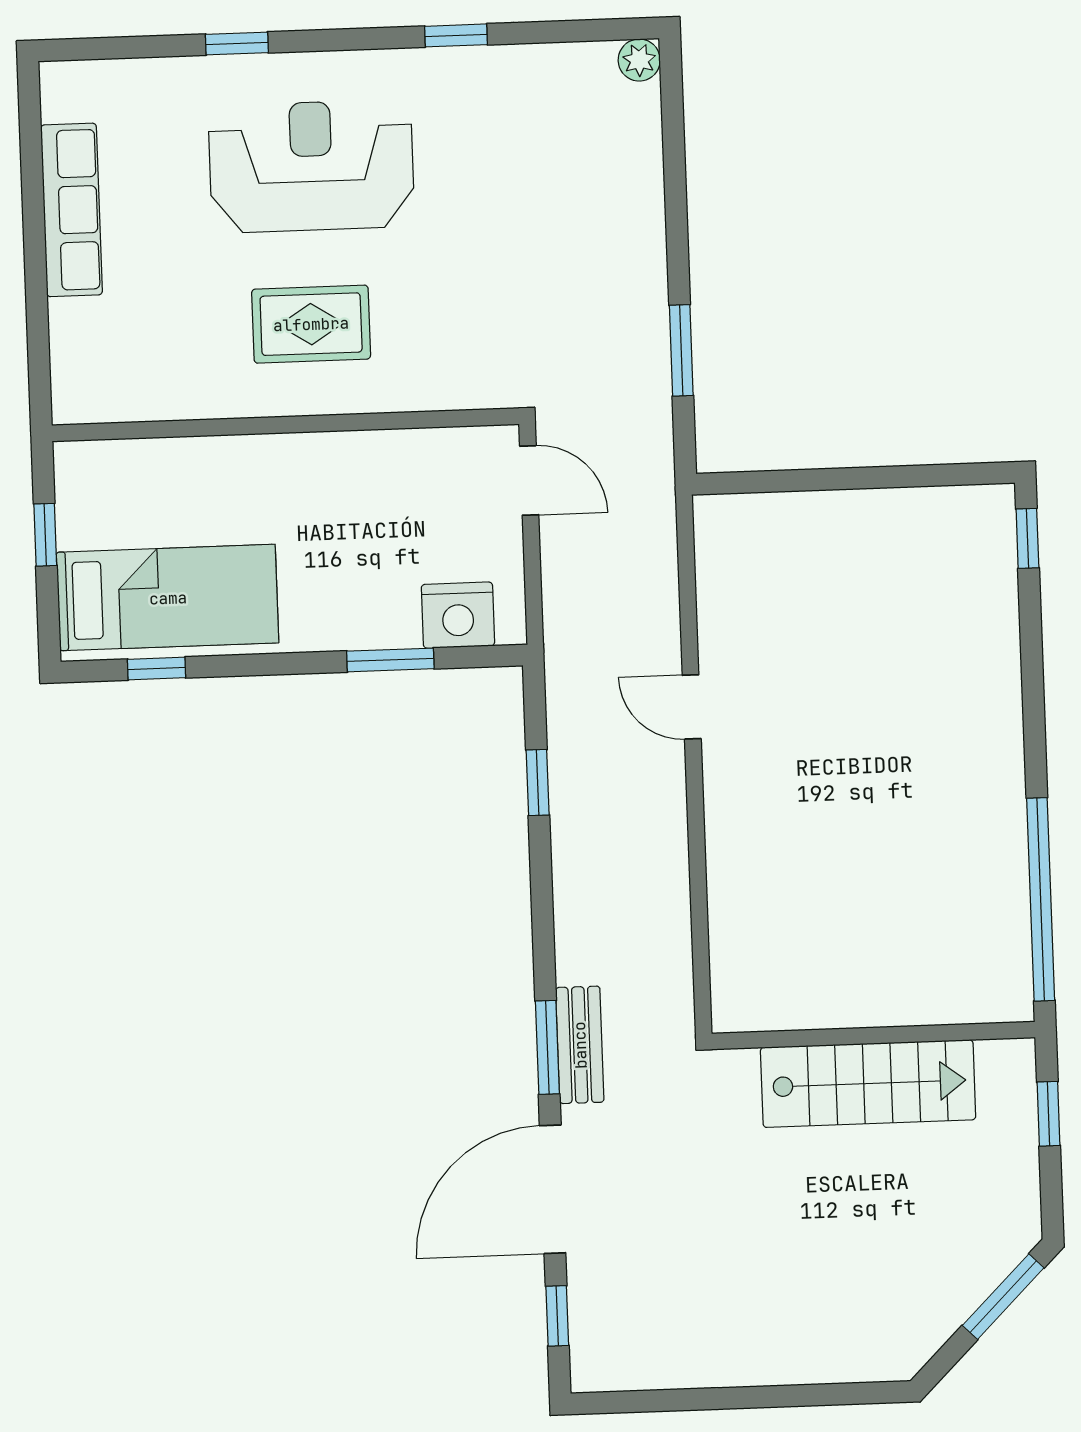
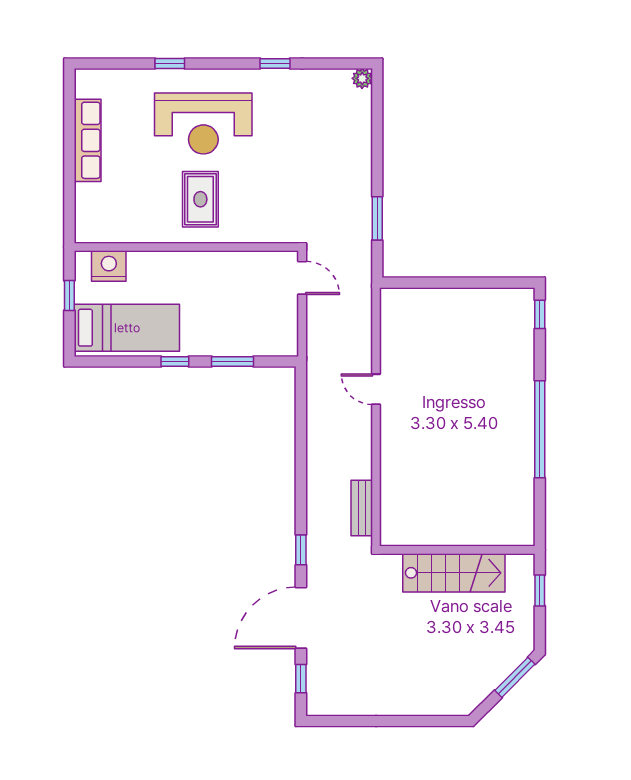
reception desk: (311, 166) -> (203, 124), turned 180
rug: (311, 324) -> (200, 199), turned 90
nightstand: (458, 615) -> (109, 266), moved, turned 180
window: (157, 668) -> (175, 361), moved
window: (538, 783) -> (301, 423), removed
window: (1041, 899) -> (540, 429), moved
bench: (580, 1045) -> (362, 508), moved
window: (547, 1047) -> (301, 550), width x0.67

